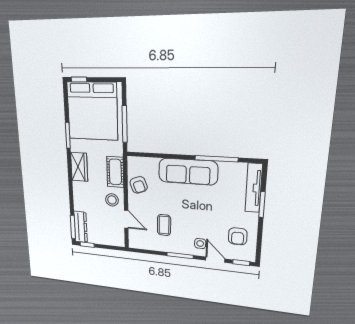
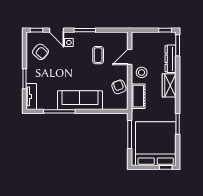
wardrobe: (79, 167) -> (169, 85), moved
tv unit: (254, 188) -> (31, 96), width x0.71
door: (126, 219) -> (130, 57), hinge flipped
dresser: (81, 227) -> (171, 59), moved
armchair: (238, 236) -> (40, 52), turned 131

